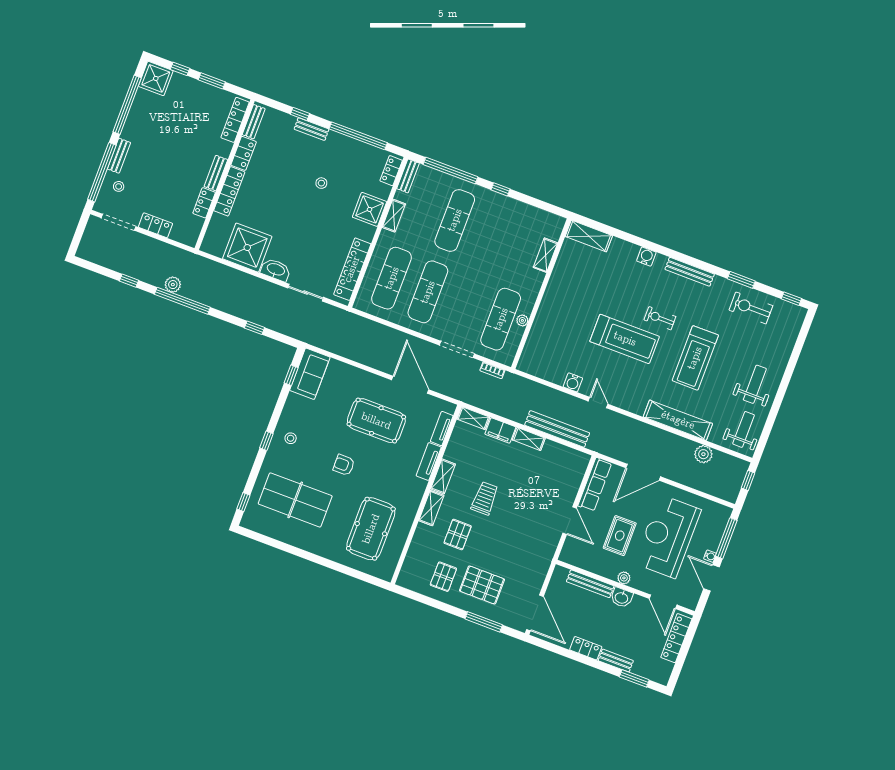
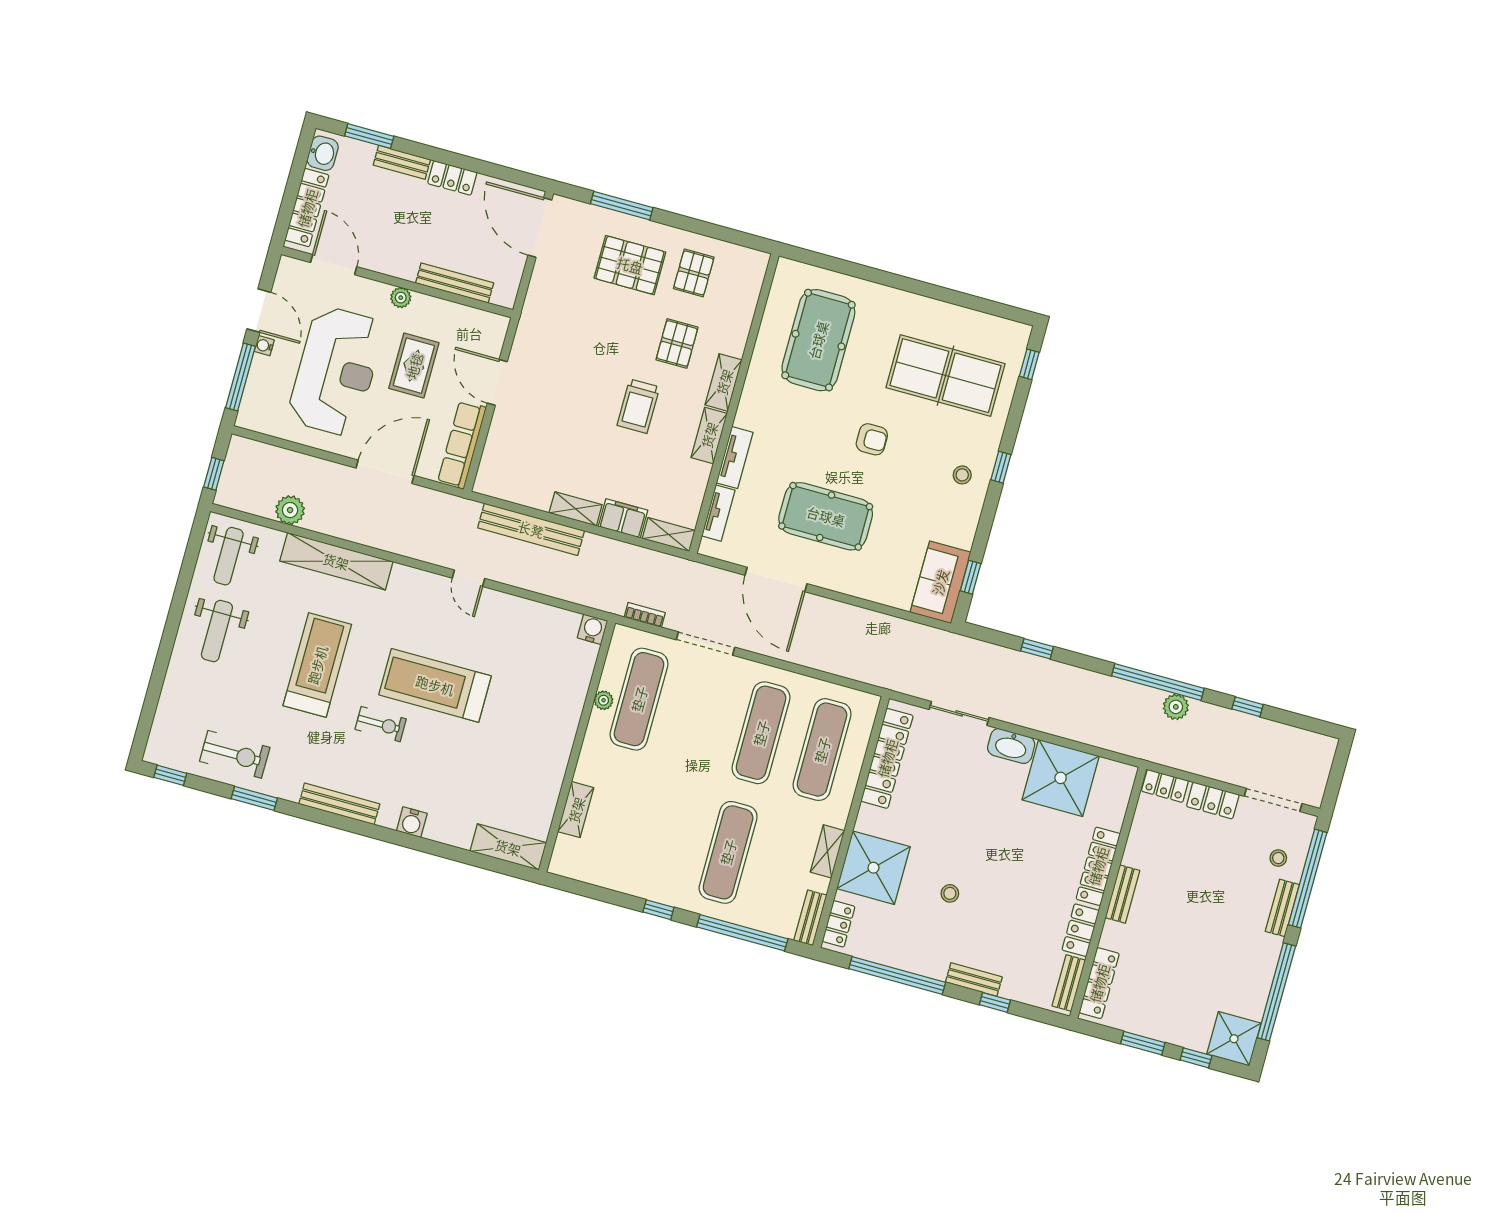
locker: (204, 203) -> (1165, 786), moved, turned 90
shower: (370, 209) -> (873, 868), width x1.37, depth x1.37
water cooler: (573, 382) -> (592, 629), moved
washbasin: (622, 598) -> (323, 153), moved, turned 90

